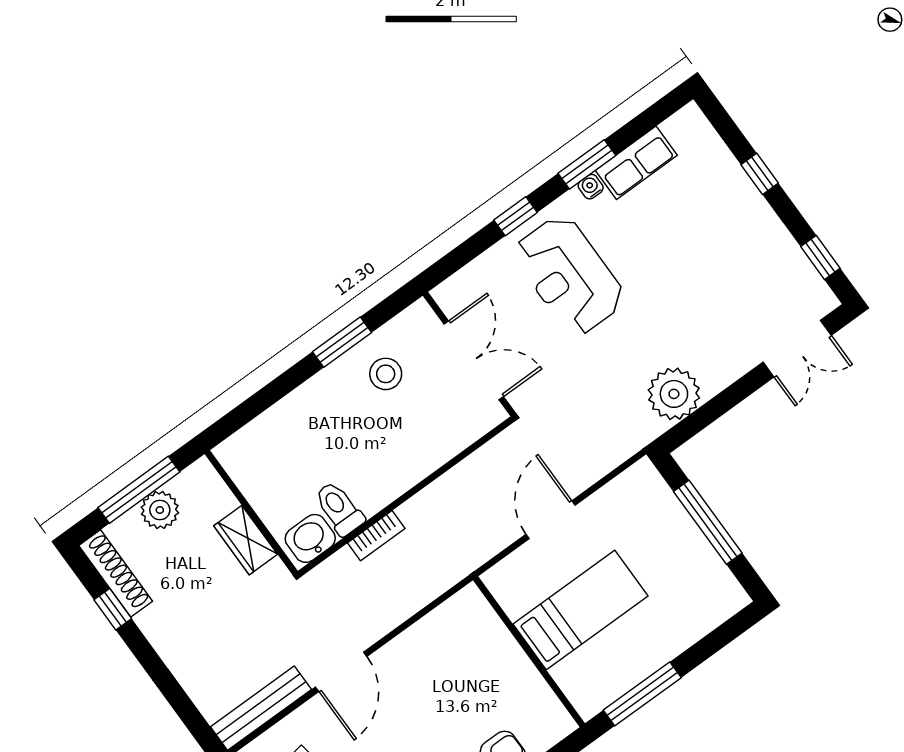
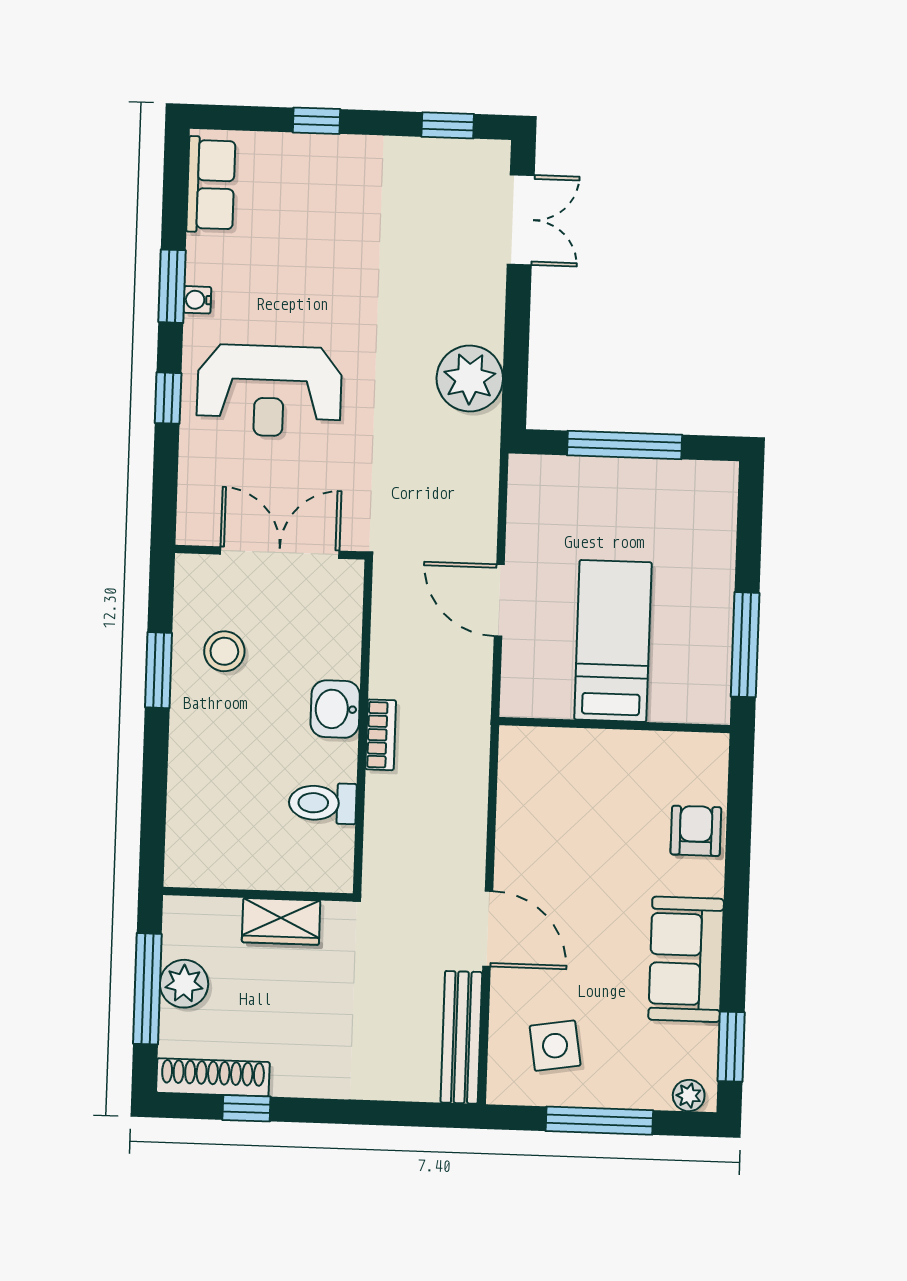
row of seats: (636, 163) -> (211, 185), moved
bookcase: (376, 536) -> (381, 735), moved
washbasin: (310, 538) -> (335, 709), moved

